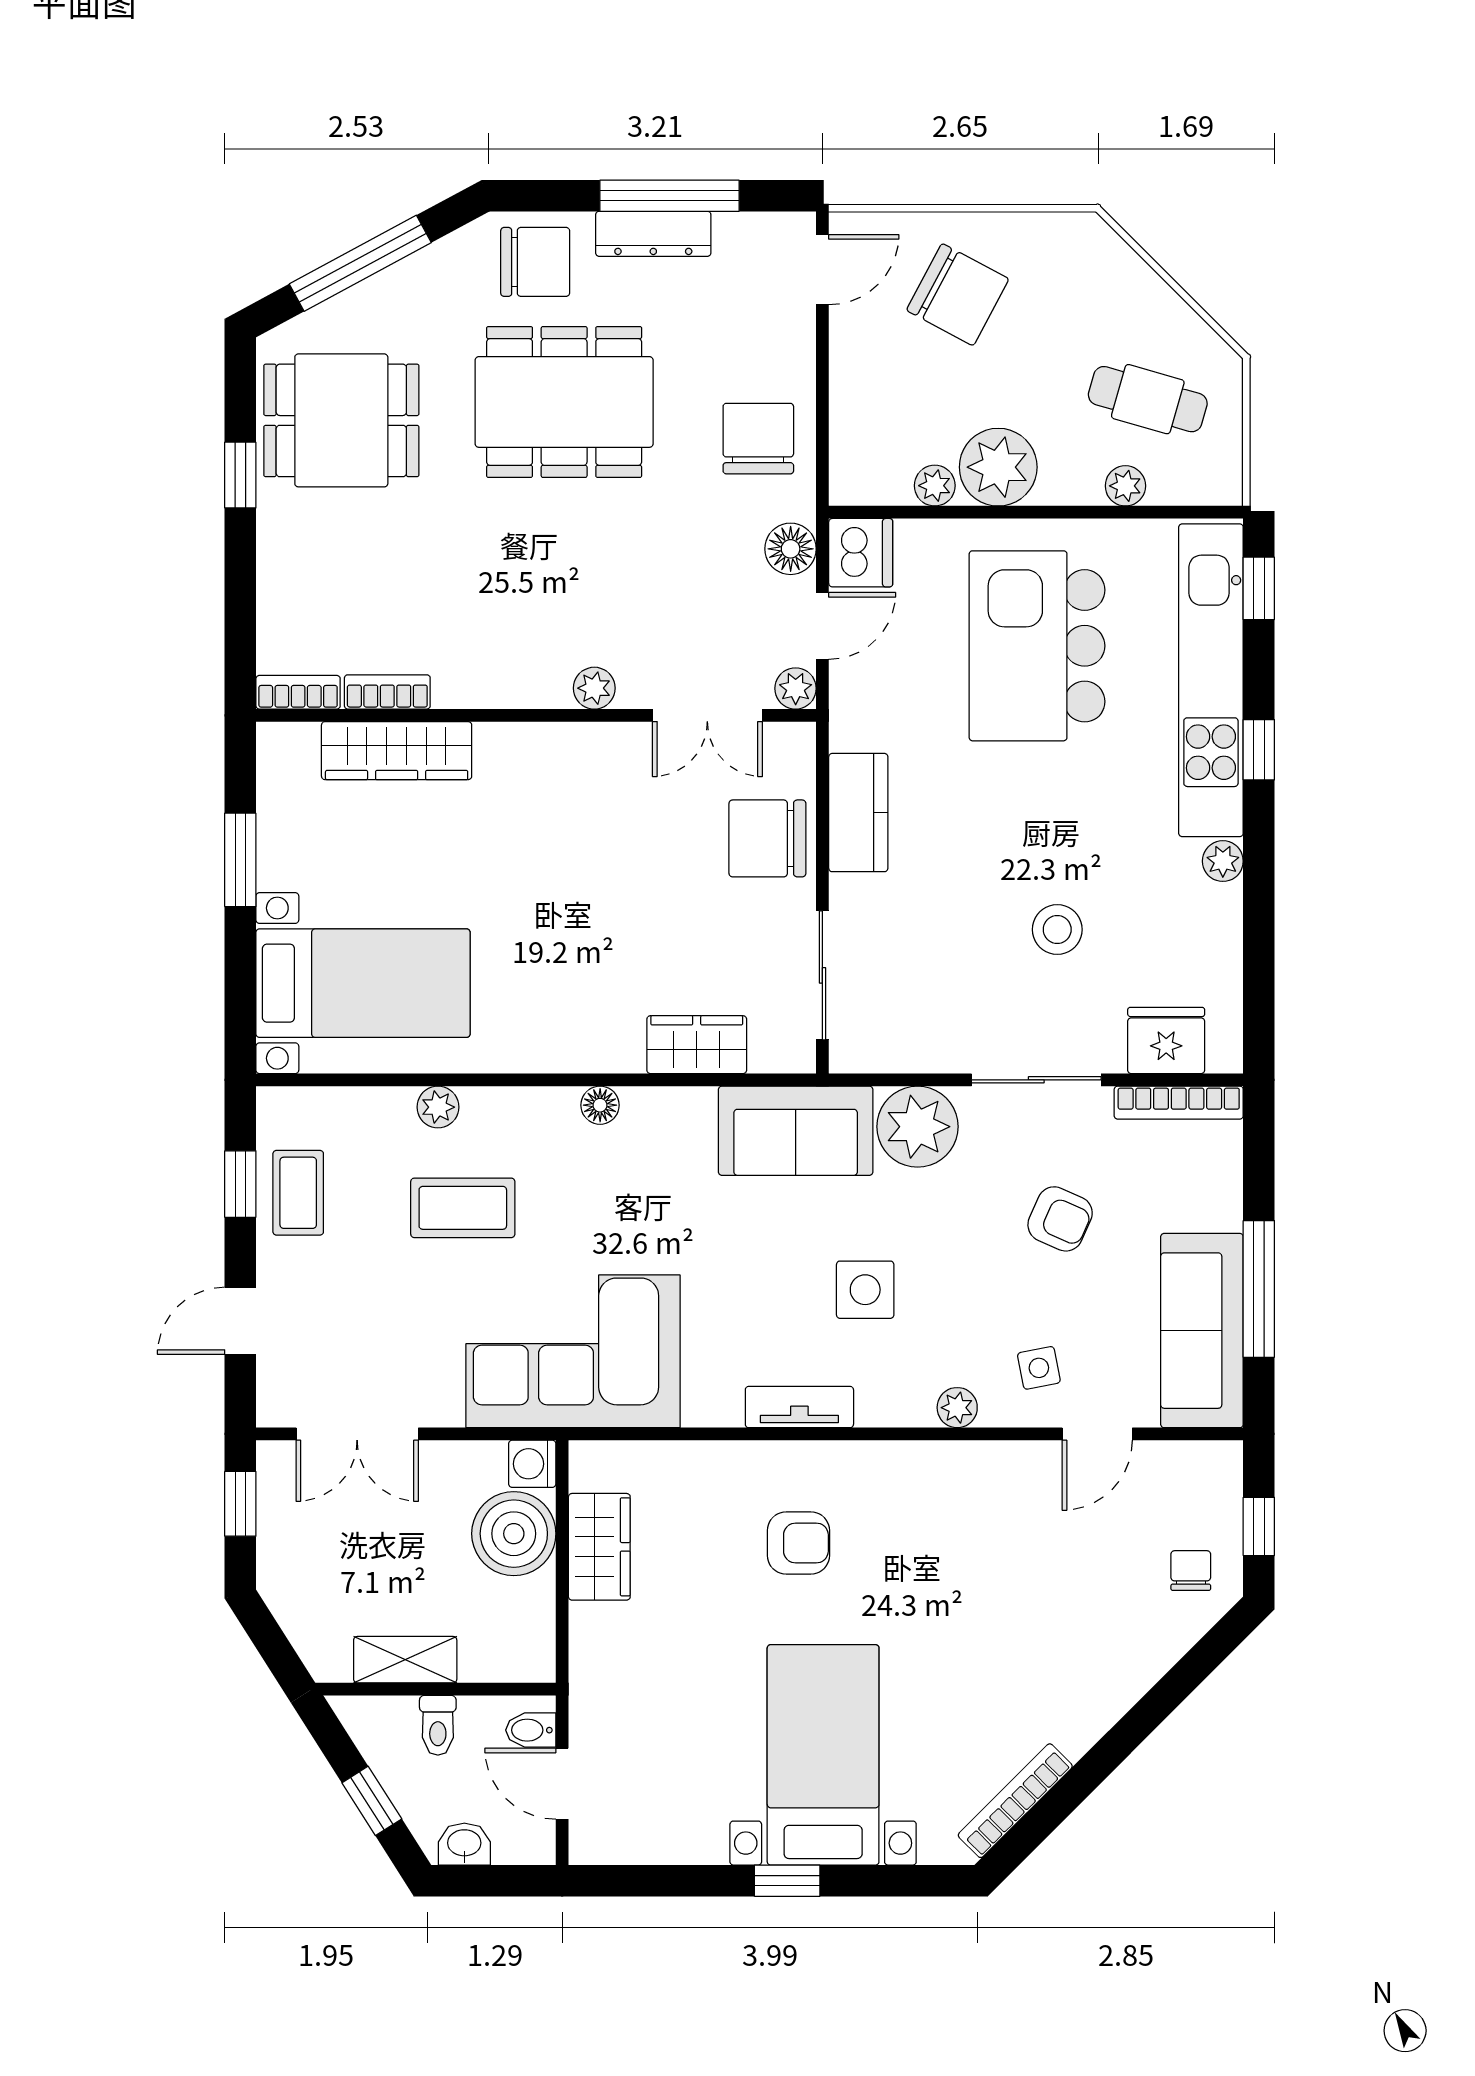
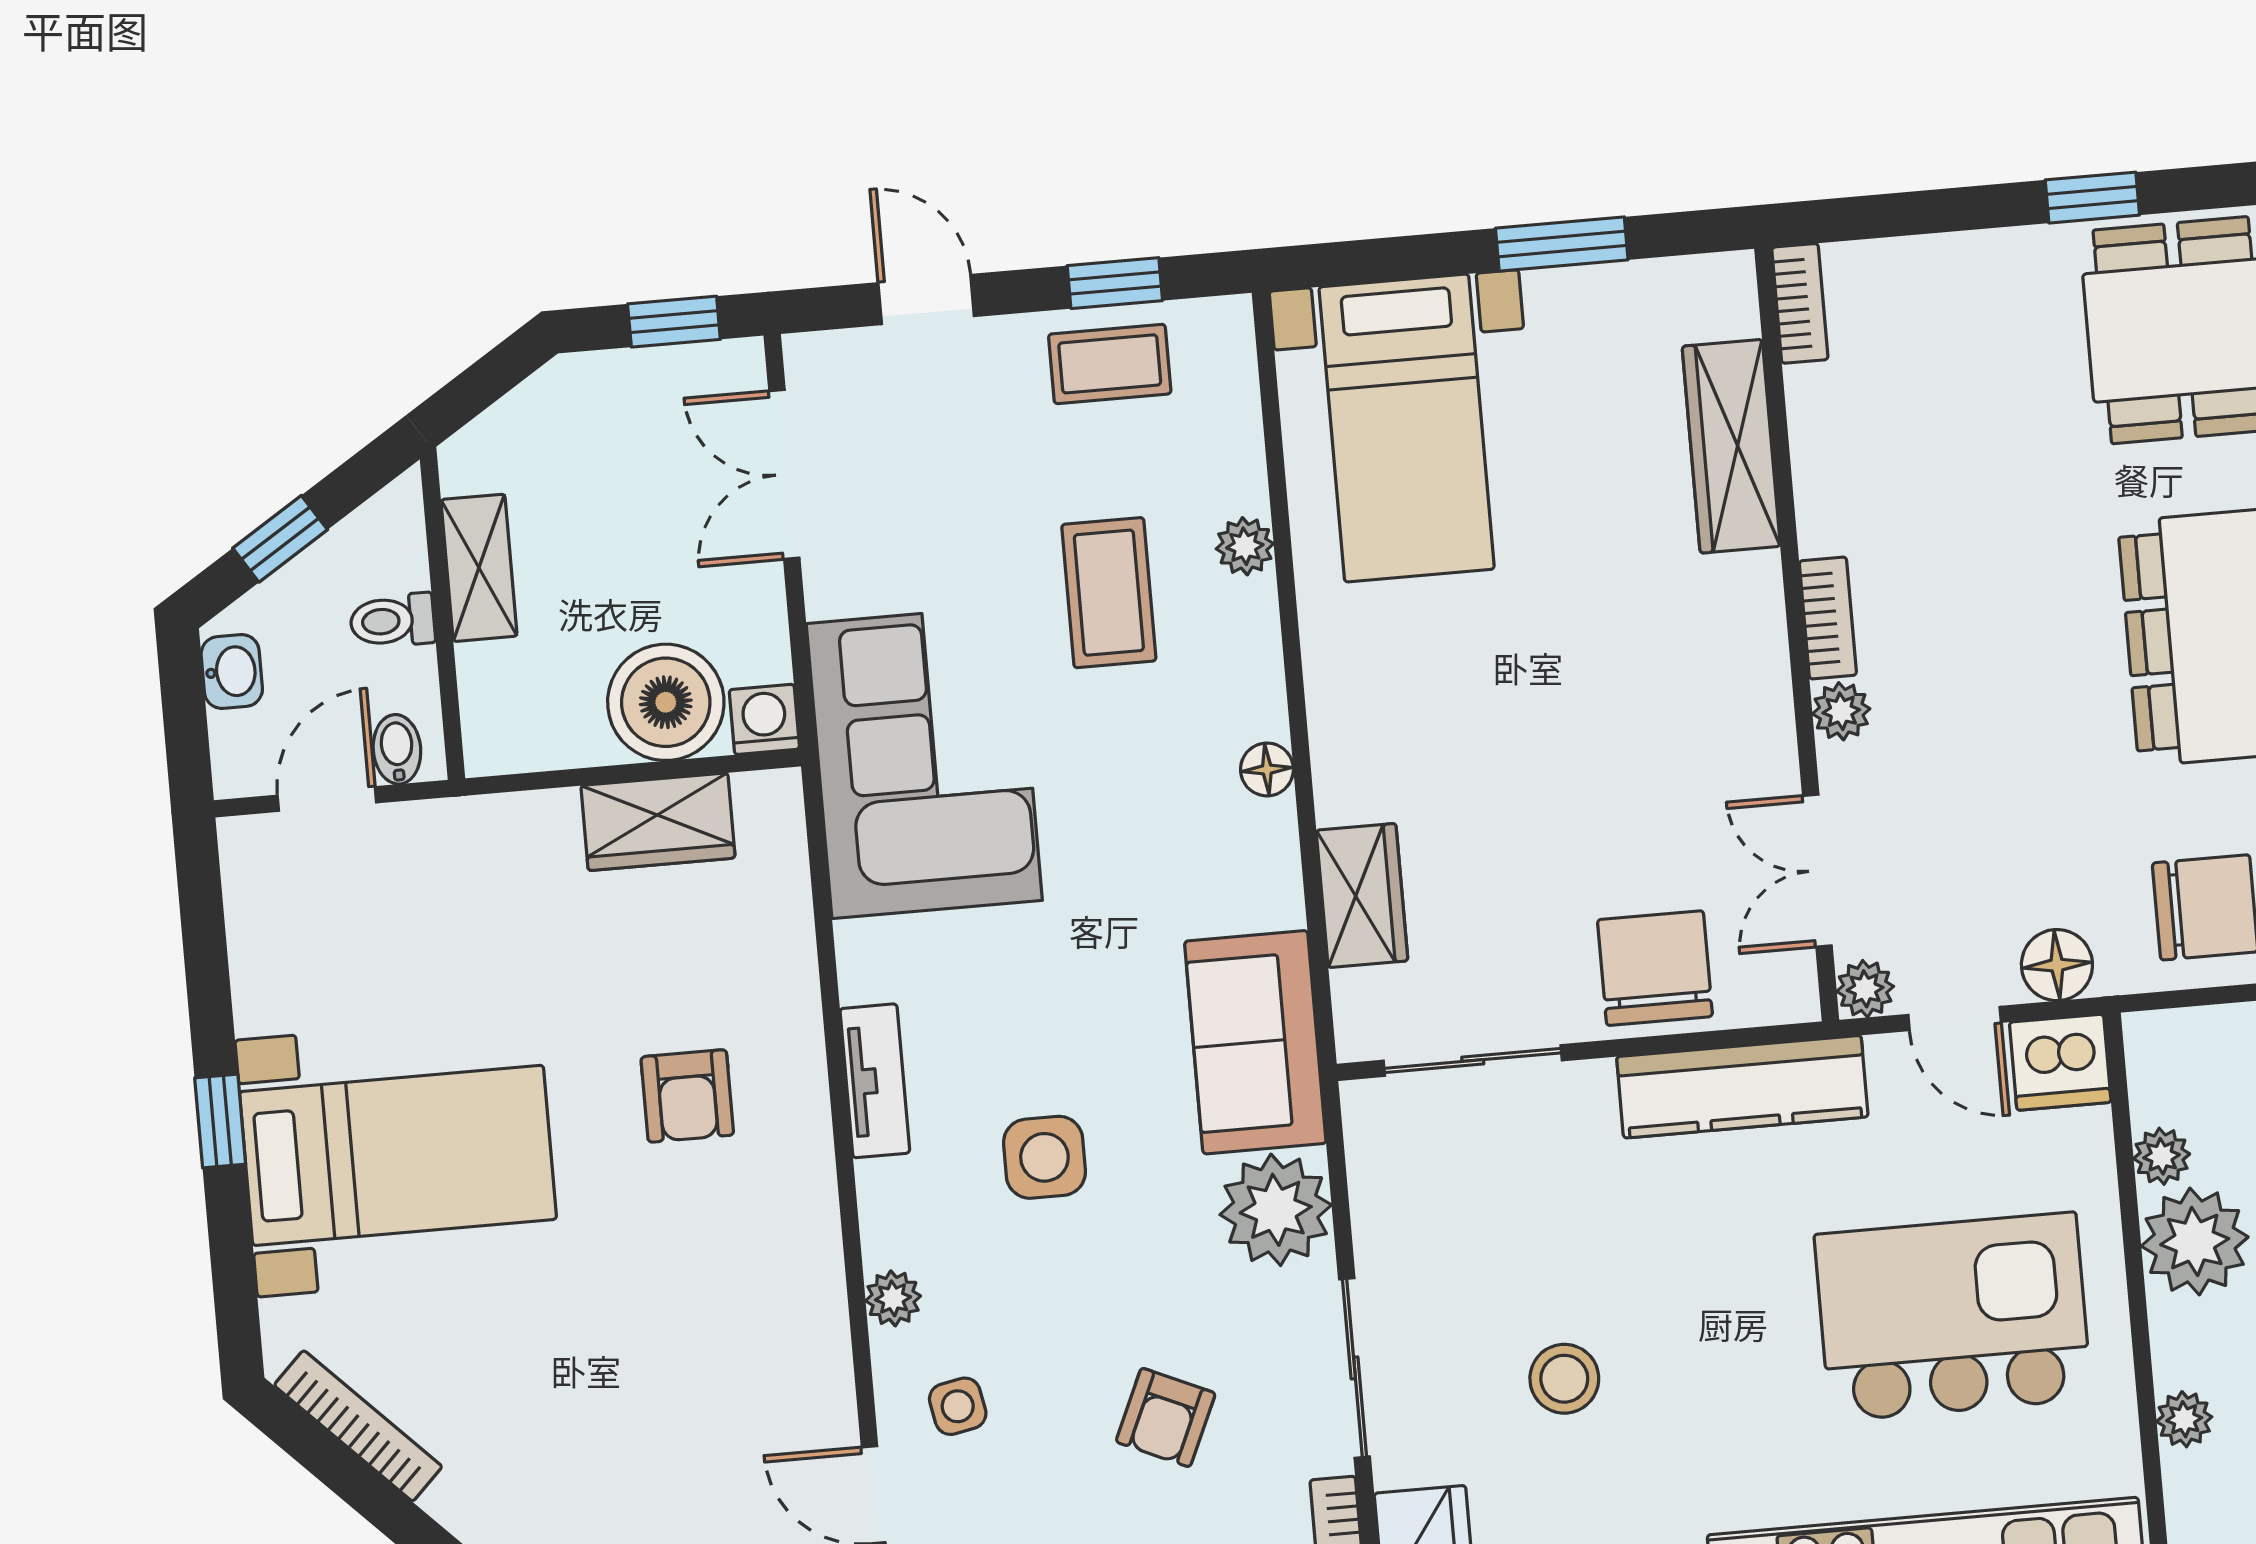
bookcase: (387, 692) -> (1828, 618), moved
kitchen counter: (858, 813) -> (1742, 1087), width x1.50

